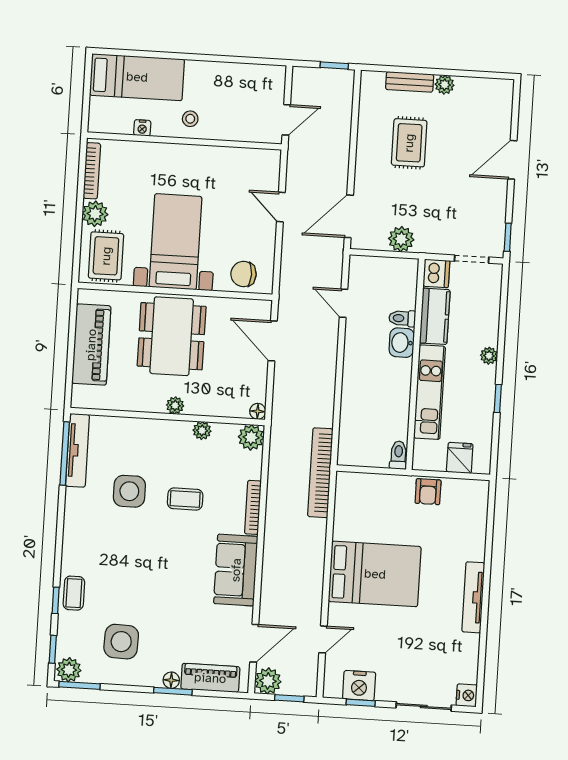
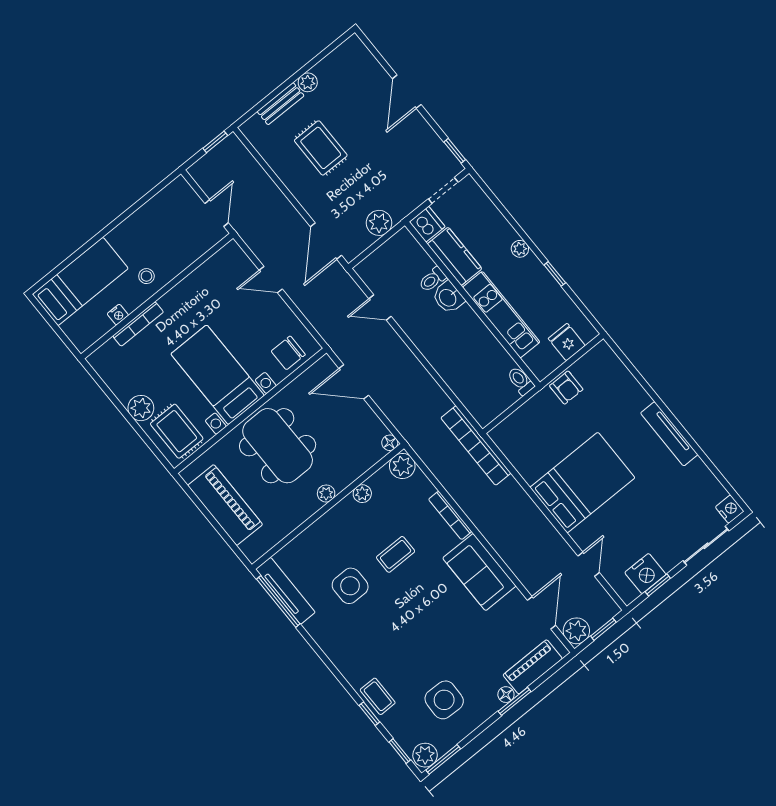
bookcase: (92, 171) -> (138, 324), moved, turned 90

